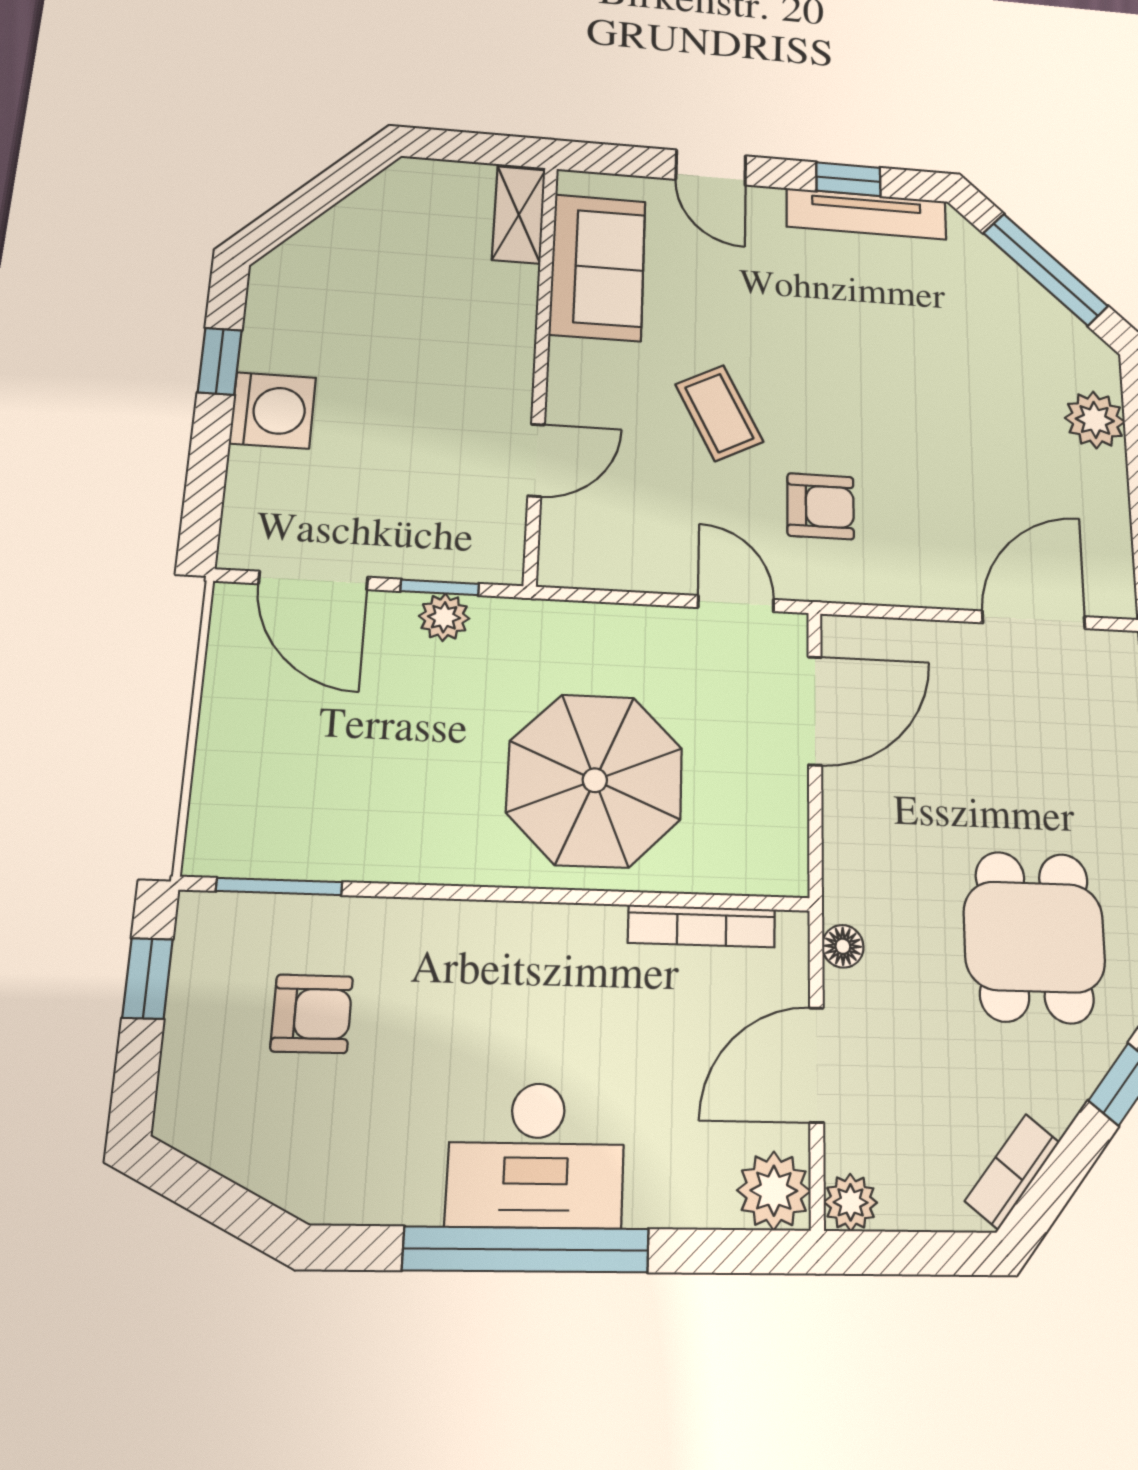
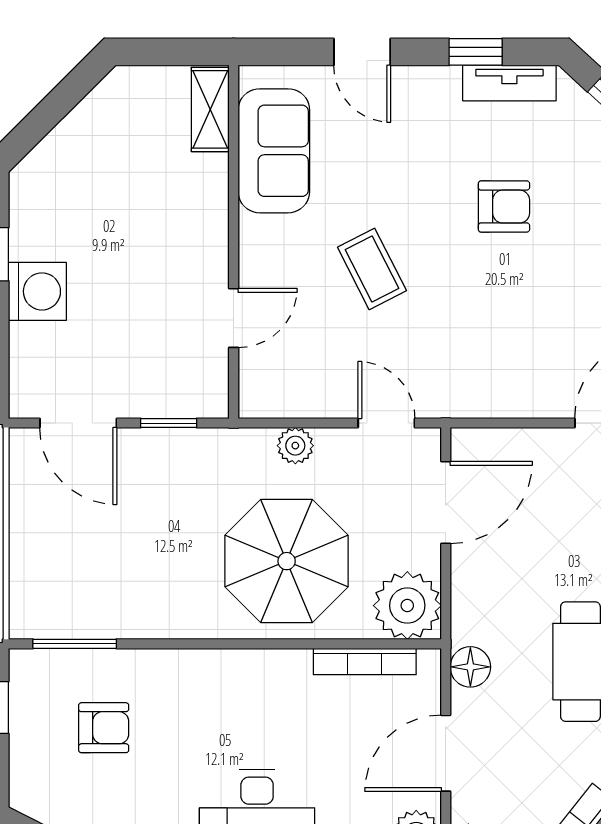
tv unit: (866, 214) -> (509, 83), width x0.71
armchair: (821, 506) -> (504, 207), moved
plant: (444, 617) -> (295, 446), moved
plant: (762, 849) -> (407, 606), added
floor lamp: (843, 946) -> (470, 667), width x1.37, depth x1.37

